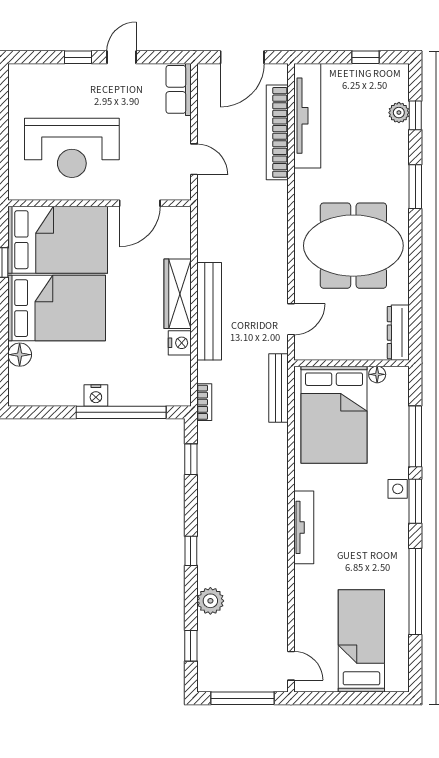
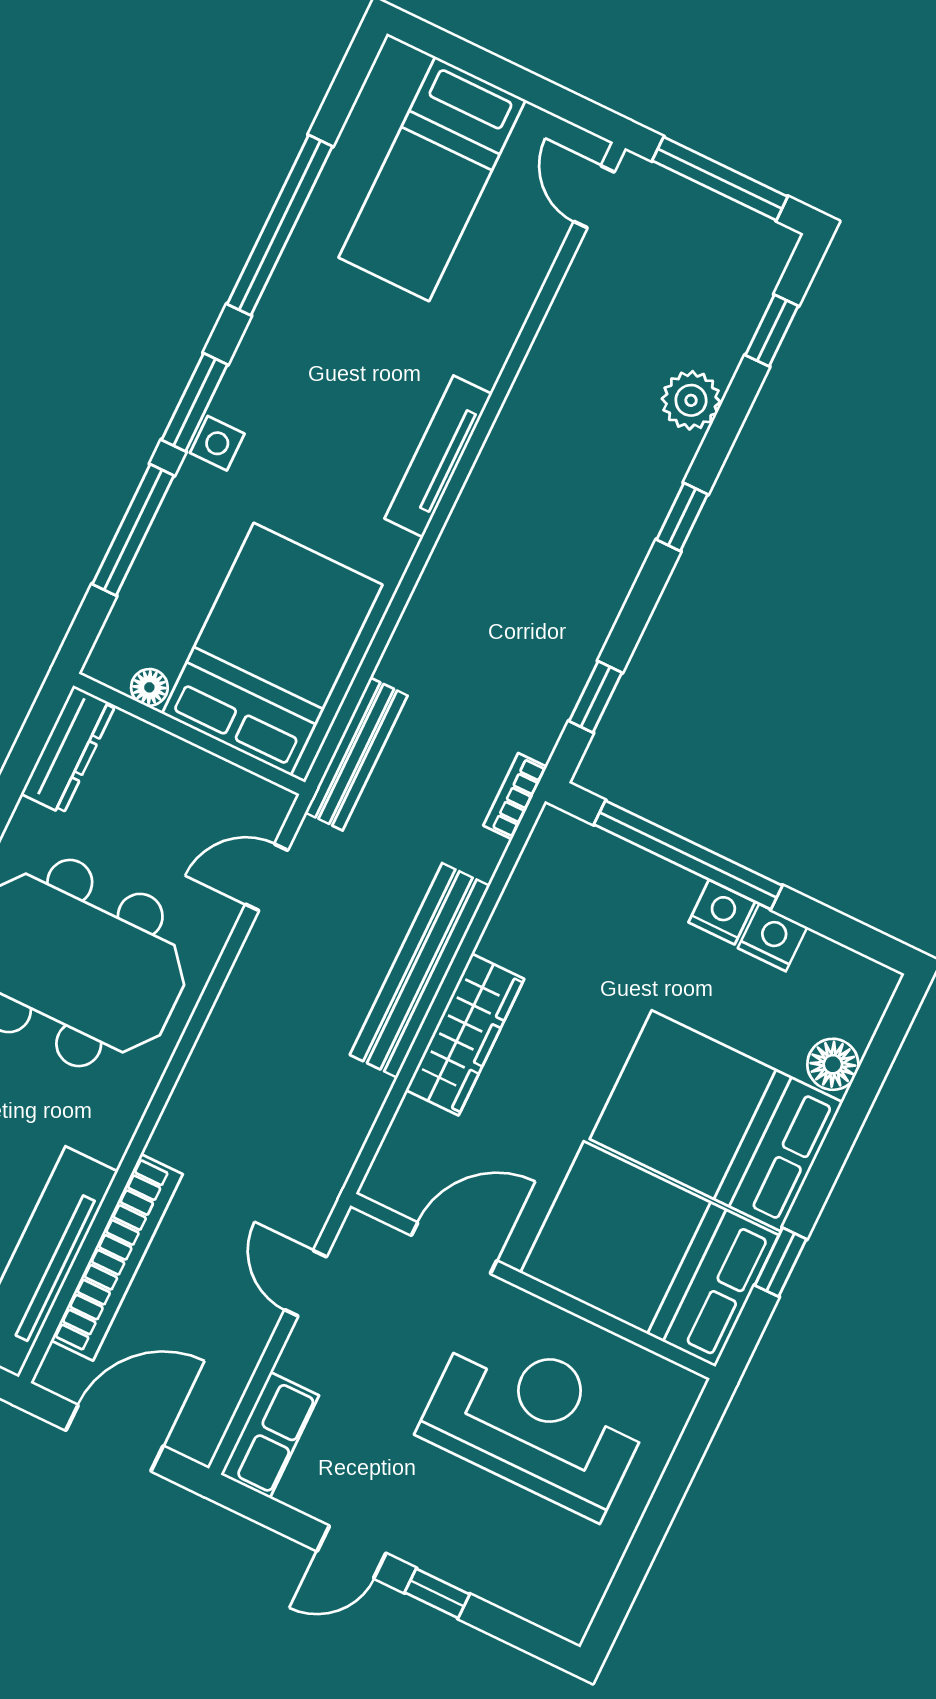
nightstand: (180, 343) -> (773, 938), moved, turned 90

